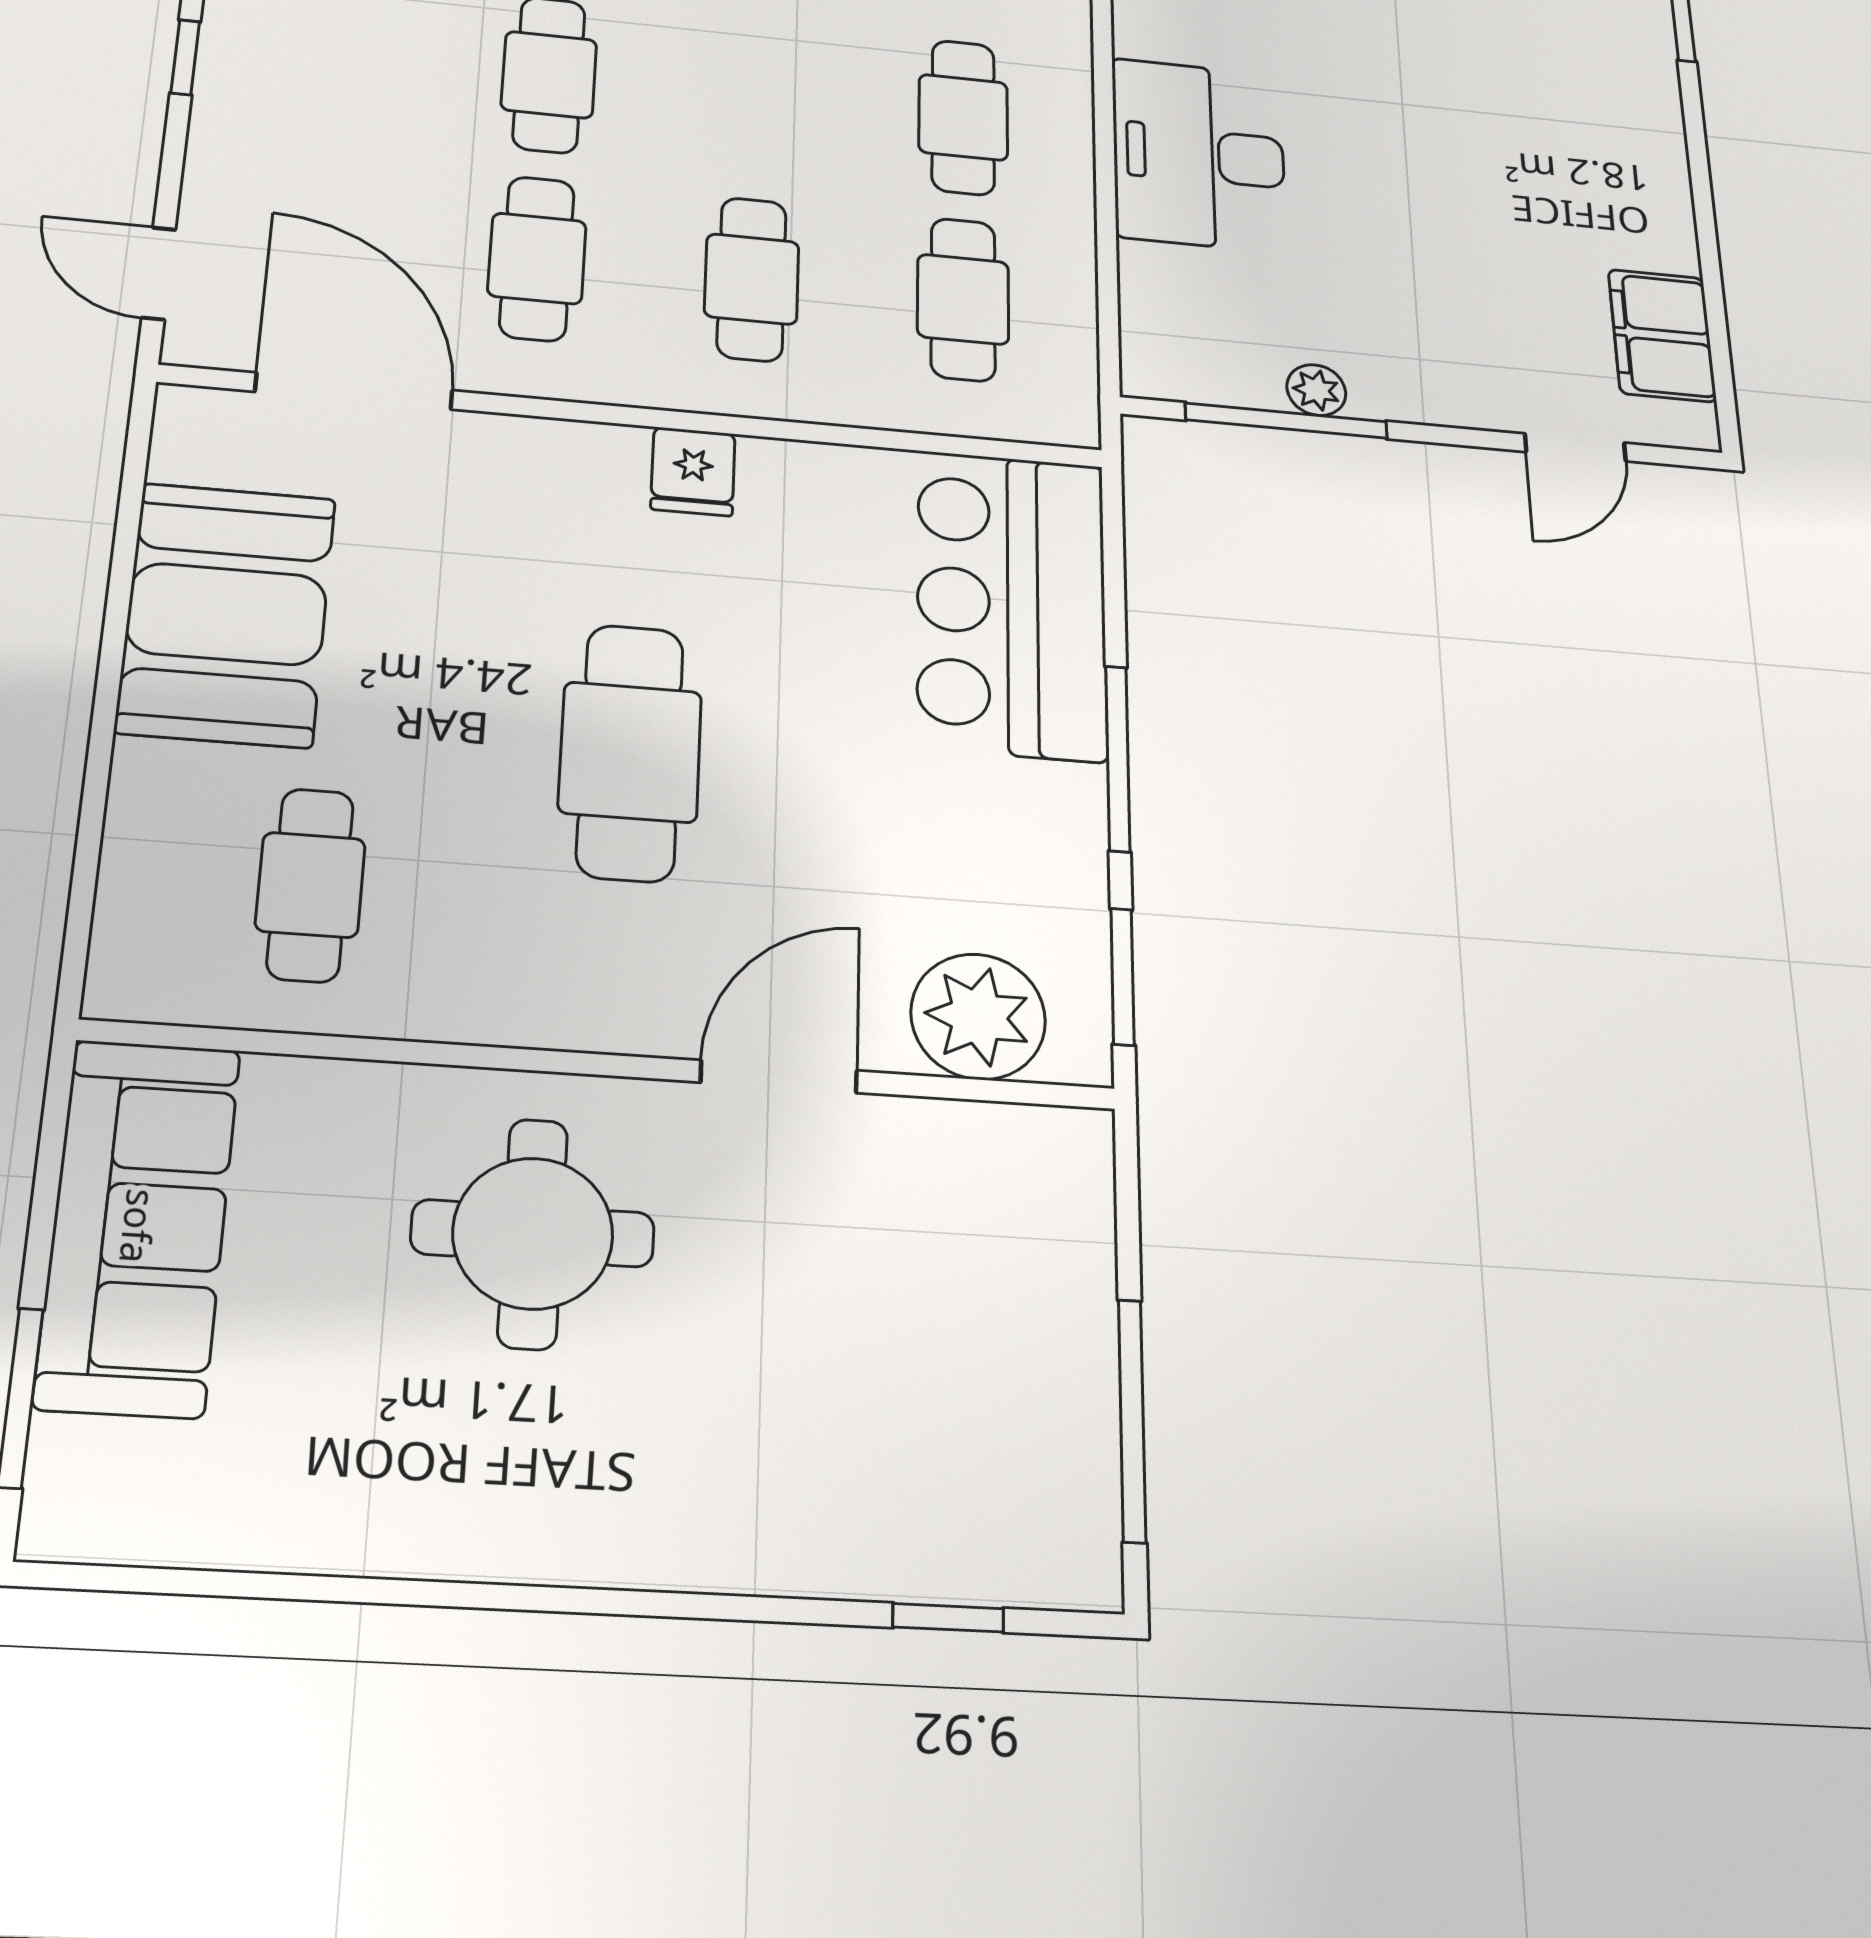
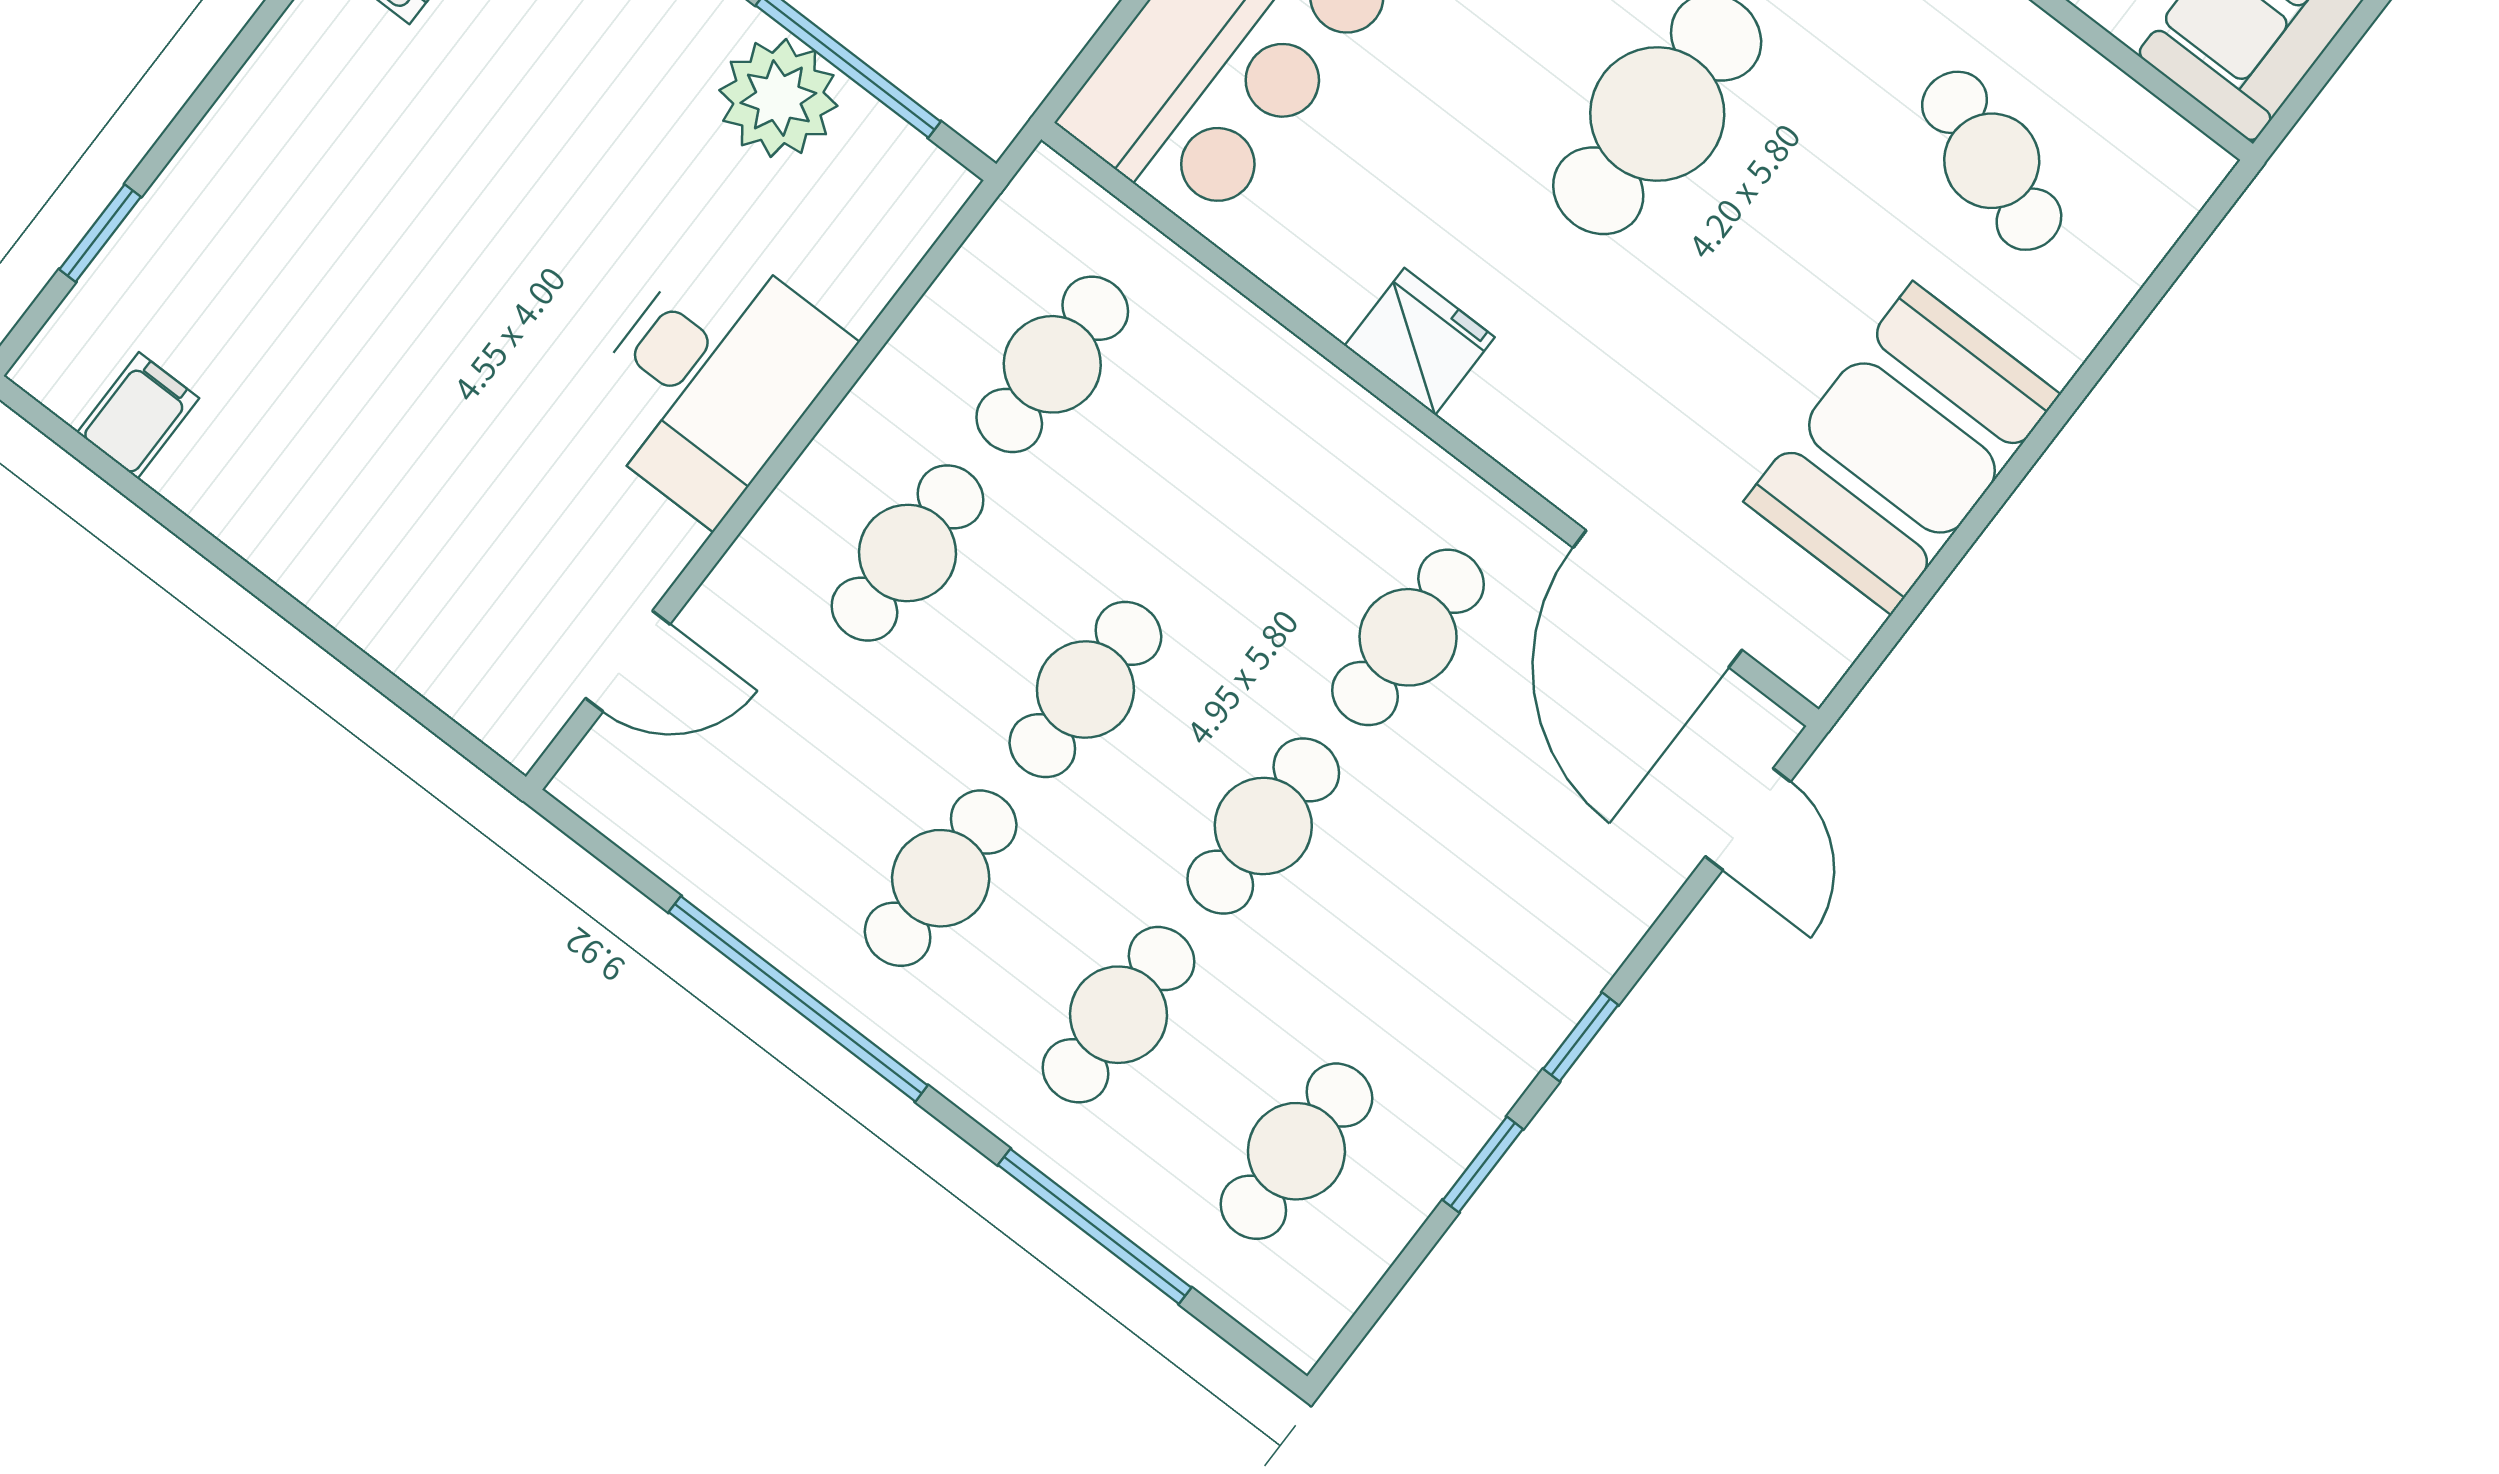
cafe table: (752, 279) -> (1085, 690), moved
plant: (1316, 390) -> (778, 98), width x1.88, depth x1.88
fridge: (693, 471) -> (1420, 341), width x1.38
cafe table: (310, 885) -> (1992, 161), turned -70

